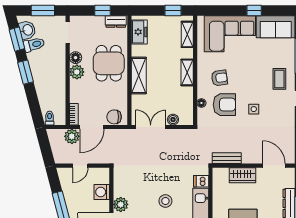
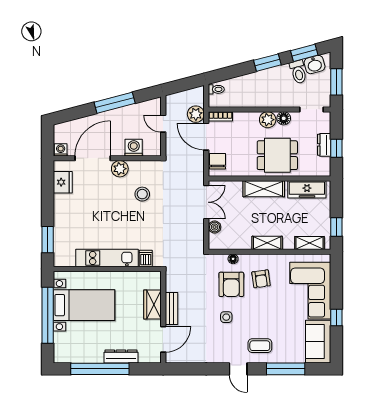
dresser: (116, 21) -> (324, 145), moved
freezer: (139, 32) -> (307, 189), width x1.40
bench: (227, 158) -> (171, 309), moved
stool: (165, 201) -> (142, 194), moved

